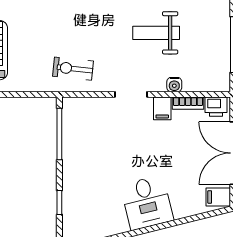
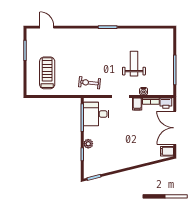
weight bench: (156, 33) -> (134, 64), turned 90
plant: (71, 183) -> (88, 144), added
desk: (147, 203) -> (96, 114), moved, turned 104

